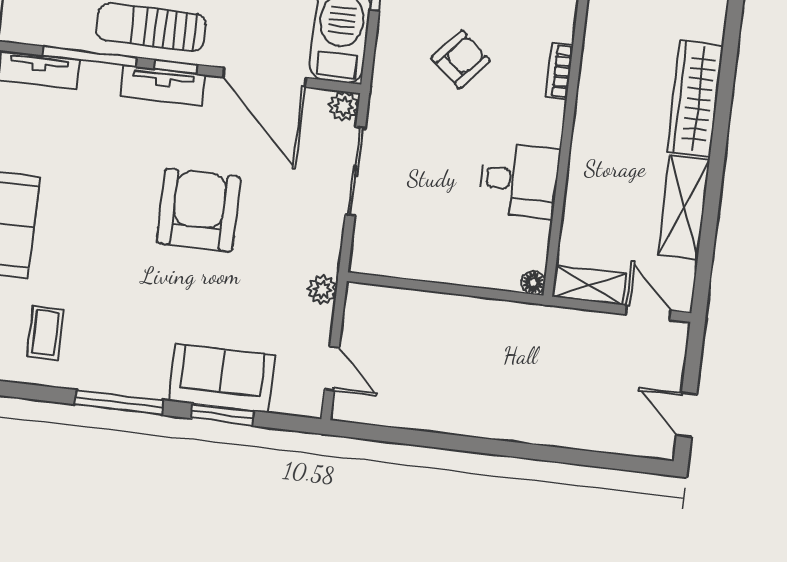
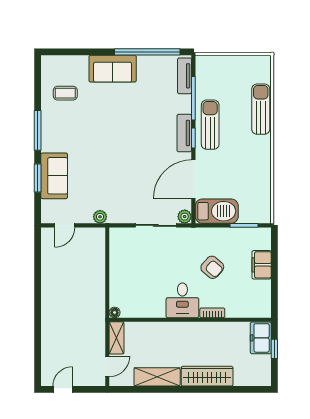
desk: (519, 180) -> (182, 300), moved
armchair: (199, 210) -> (129, 156), removed

